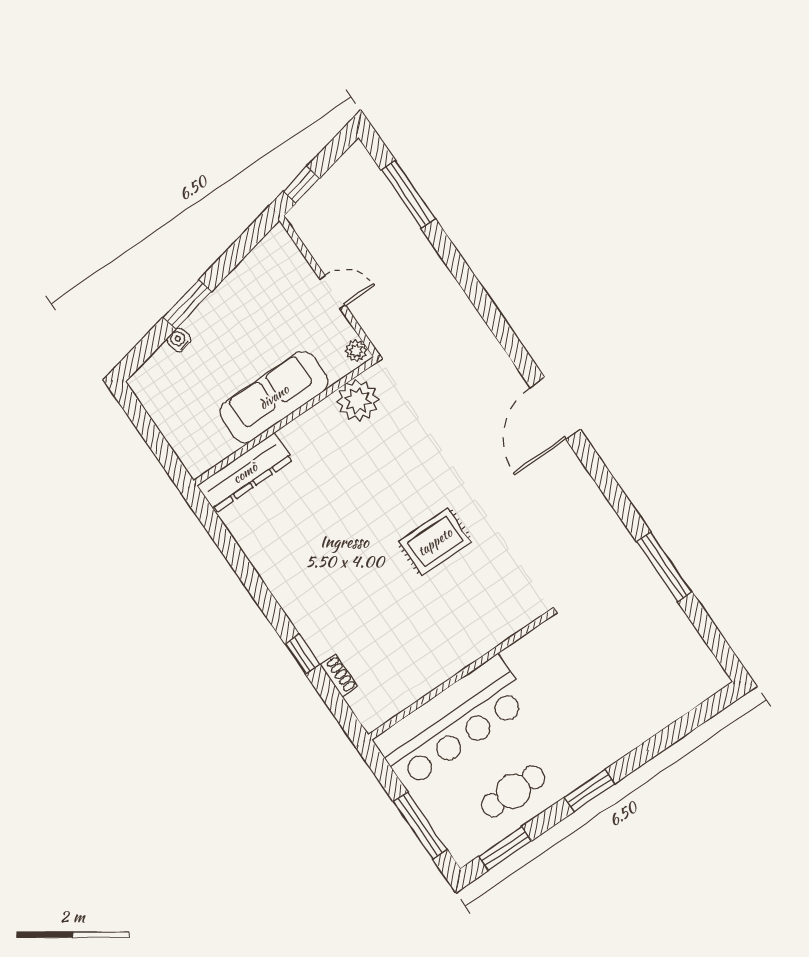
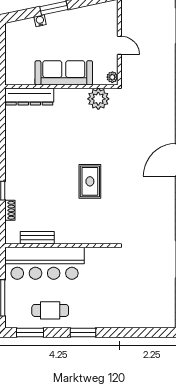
rug: (435, 542) -> (90, 181), turned 90
bench: (413, 689) -> (37, 238), added

